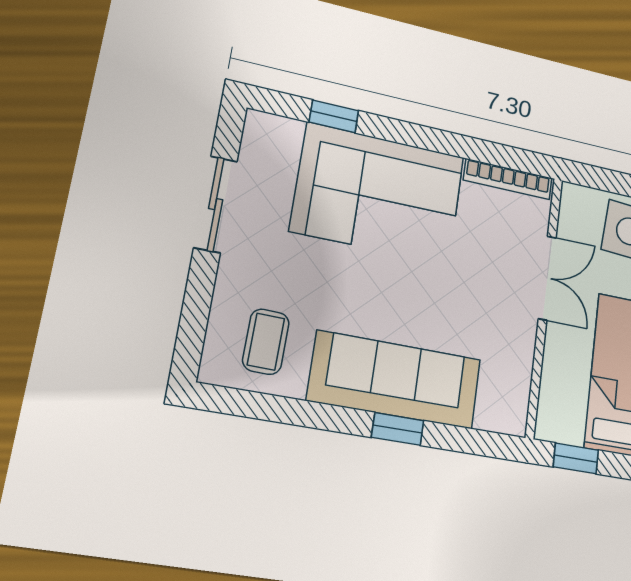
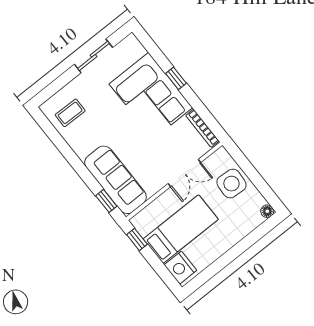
window: (334, 116) -> (176, 78), moved
sofa: (395, 380) -> (116, 180), moved
window: (398, 429) -> (106, 201), moved

